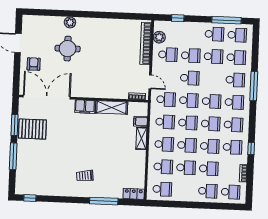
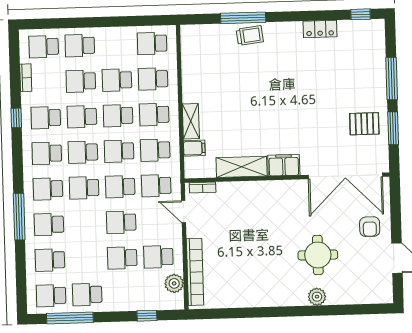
school desk: (213, 57) -> (86, 259), removed
pallet: (32, 129) -> (364, 124), width x0.67, depth x0.71
trolley: (85, 176) -> (250, 35), moved
locker: (134, 194) -> (320, 29), moved

